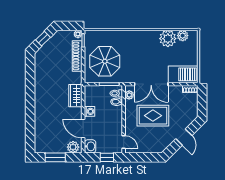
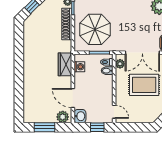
washing machine: (89, 111) -> (79, 67), moved

